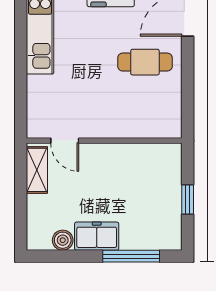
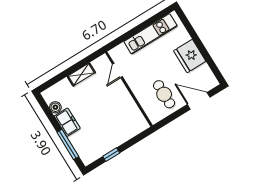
door: (65, 141) -> (117, 70), moved
wall: (104, 141) -> (129, 89), moved

